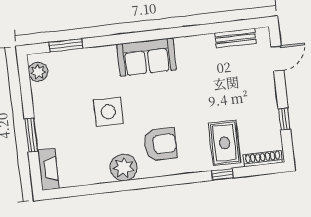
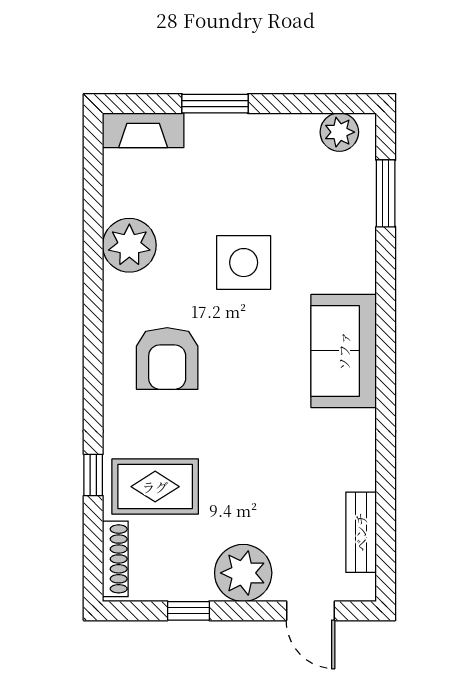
plant: (262, 94) -> (243, 573), added
plant: (124, 168) -> (129, 245), moved

